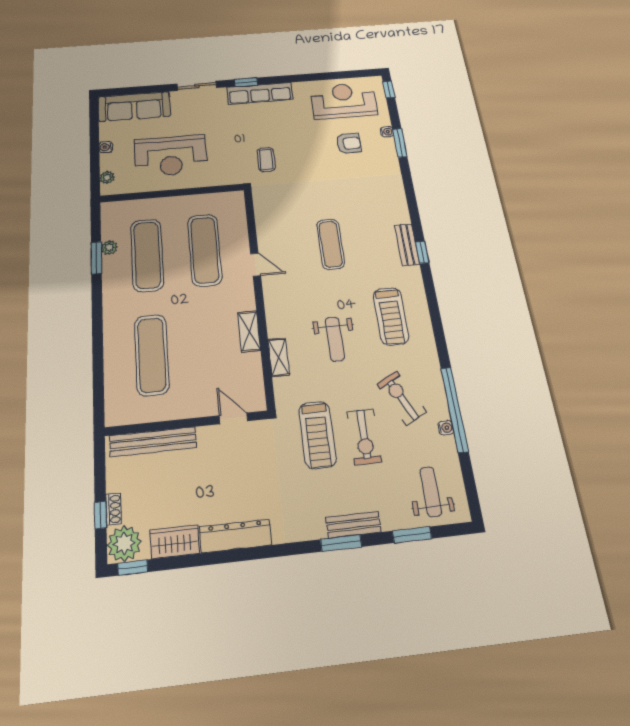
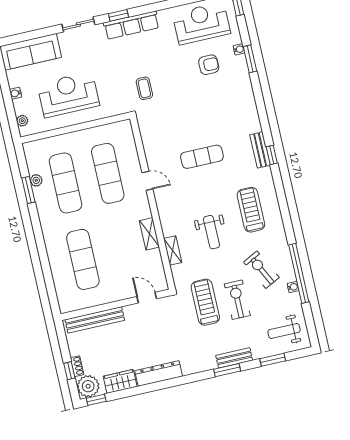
reception desk: (171, 156) -> (68, 95), turned 180
exercise mat: (331, 244) -> (202, 157), turned 90
treadmill: (391, 316) -> (251, 210), turned 180
treadmill: (317, 435) -> (205, 302), turned 180
exercise bike: (364, 437) -> (237, 300), turned 180
weight bench: (431, 492) -> (284, 331), turned -90

